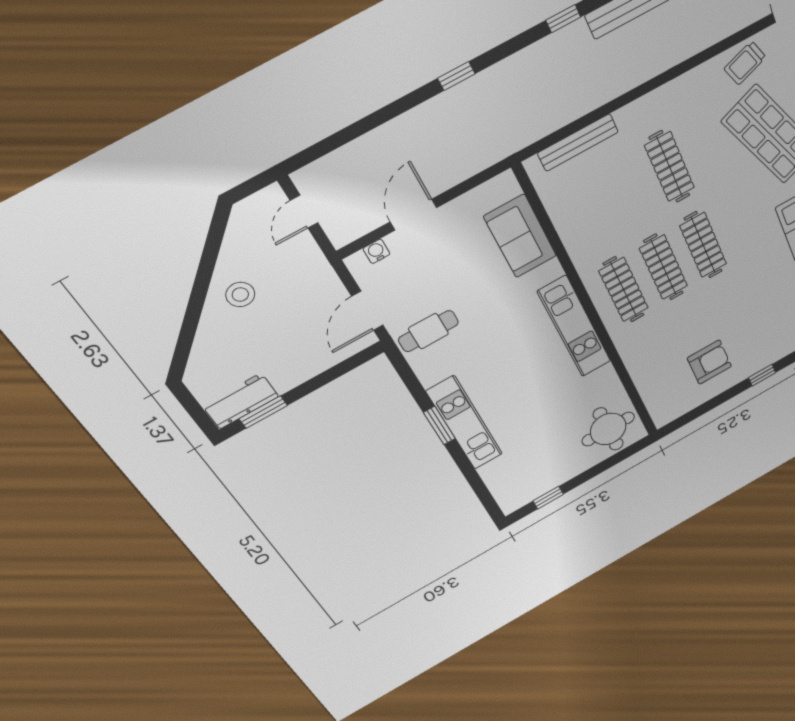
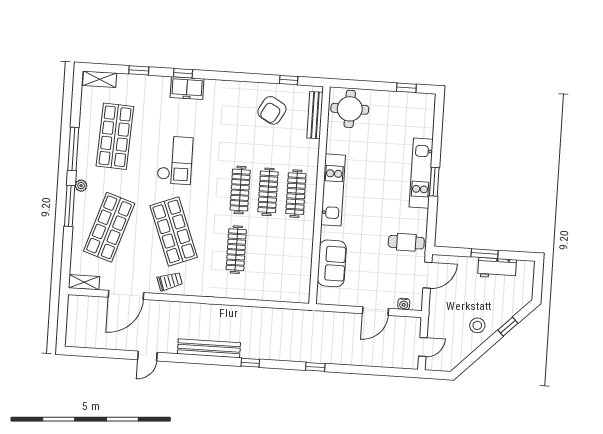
bench: (578, 143) -> (315, 115), moved, turned 90
window: (190, 323) -> (508, 327), added
armchair: (709, 362) -> (272, 110), turned -61
window: (762, 375) -> (289, 80), moved
workbench: (241, 401) -> (497, 268), moved
window: (263, 412) -> (484, 254), moved

